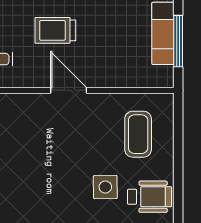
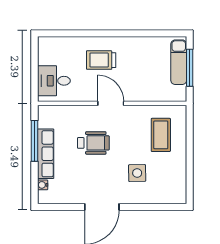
wheelchair: (150, 197) -> (93, 143), moved

